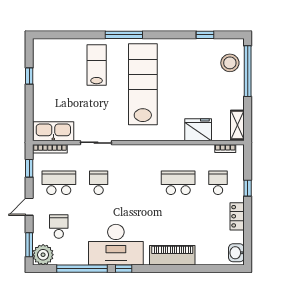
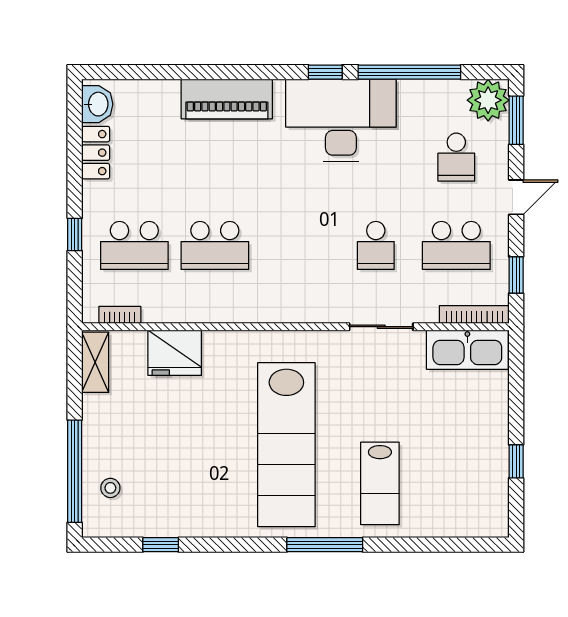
stool: (230, 63) -> (110, 488), width x0.53, depth x0.53
school desk: (218, 183) -> (134, 245), width x1.85
locker: (237, 216) -> (96, 153), moved

